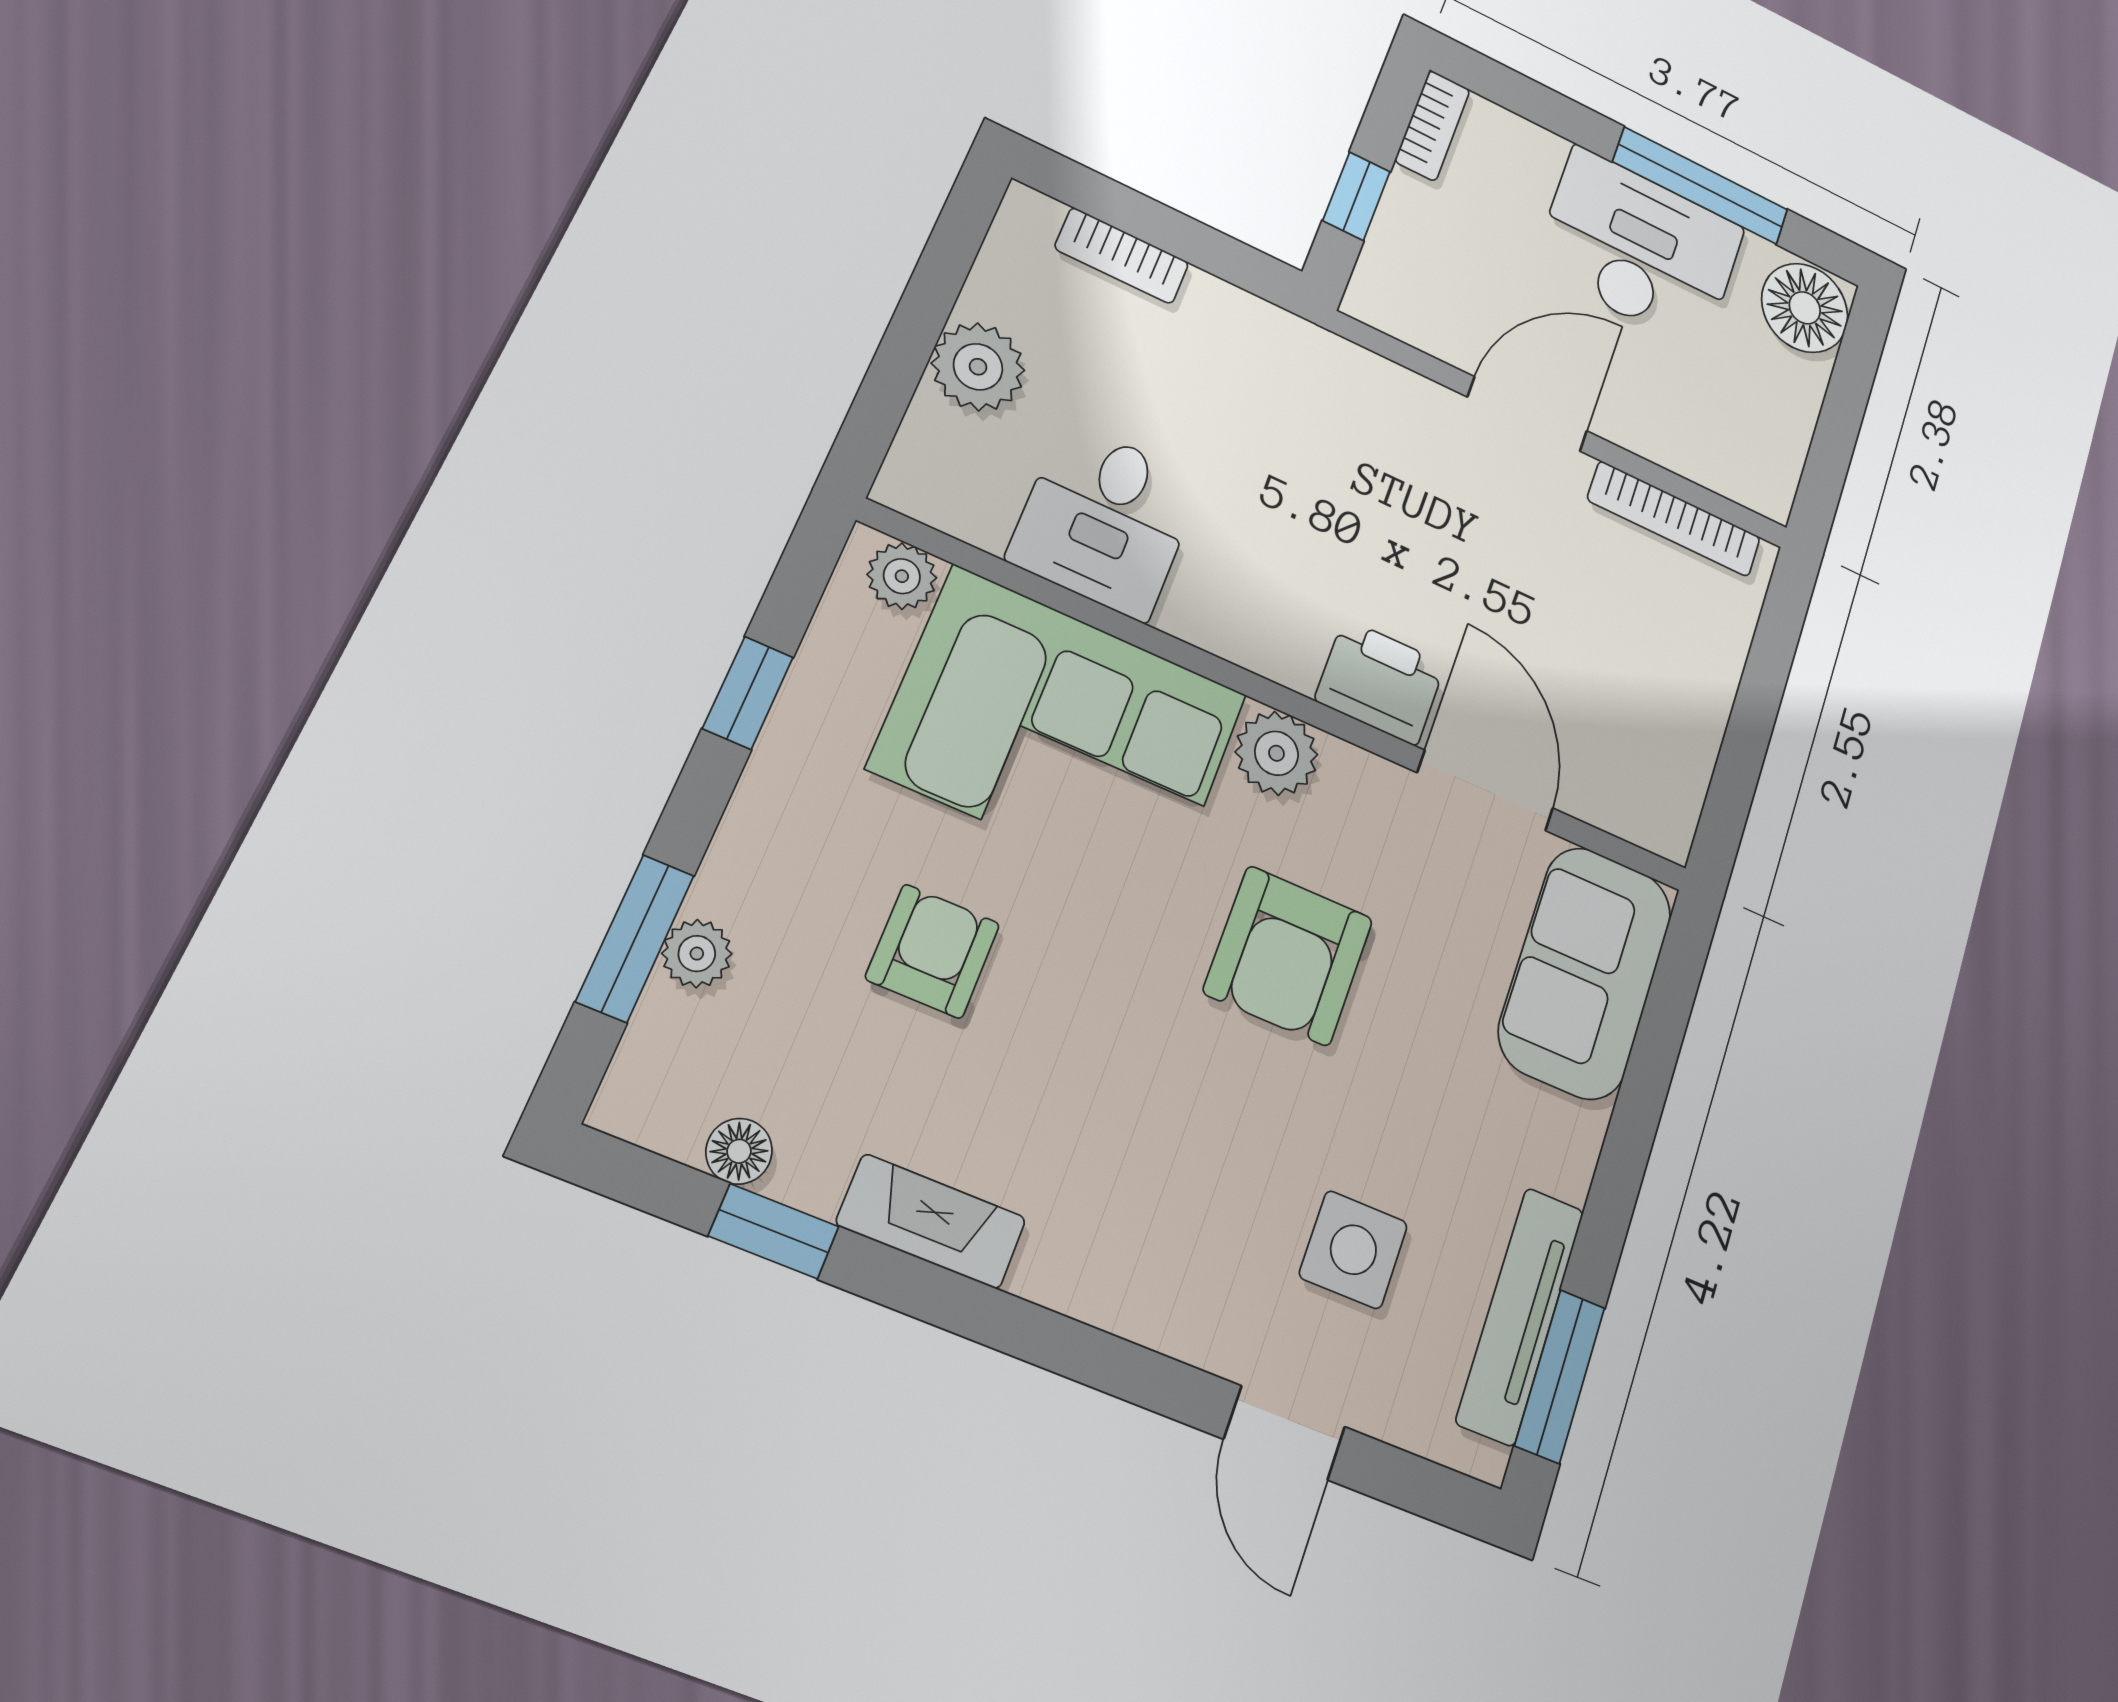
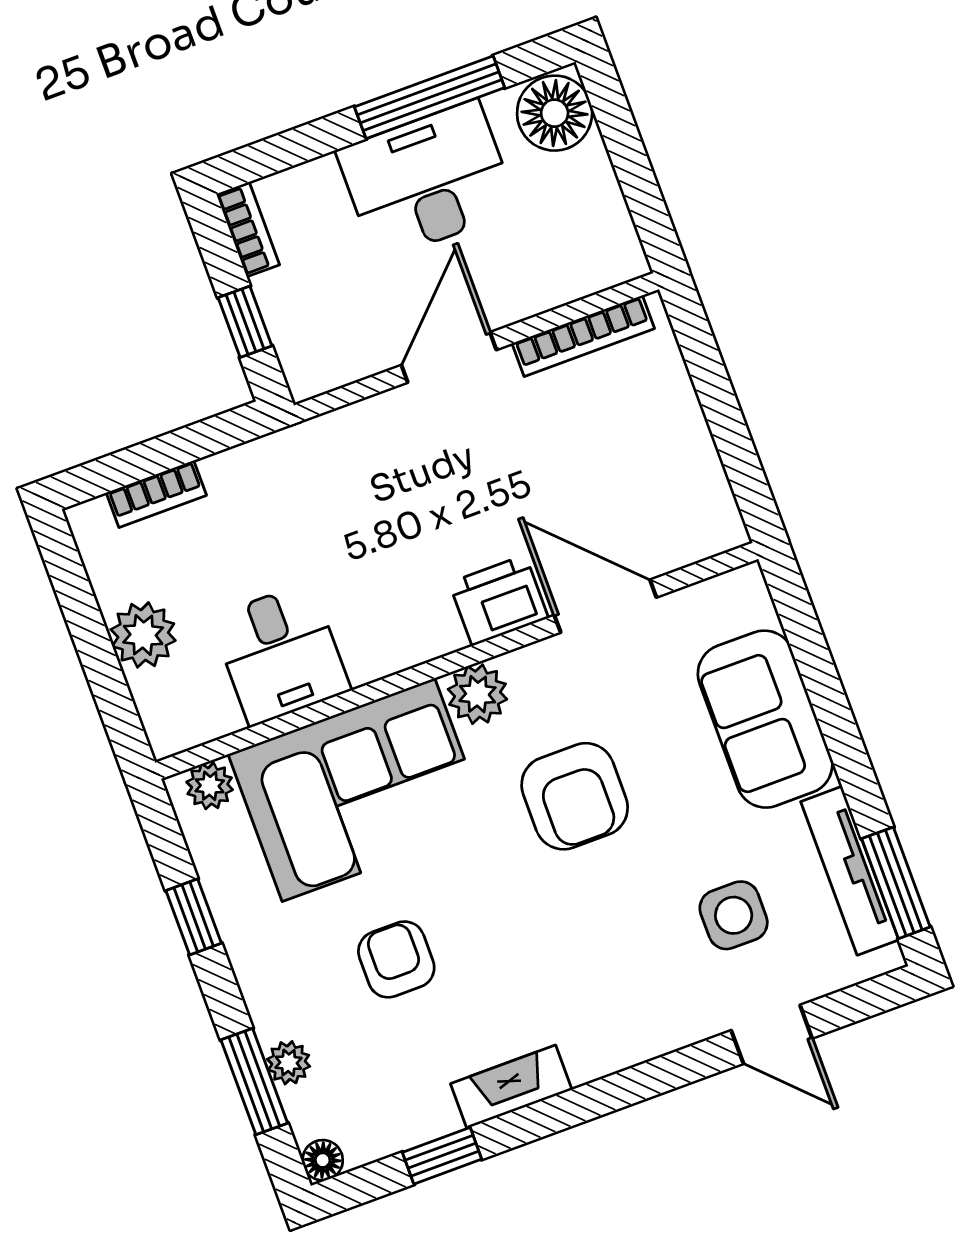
sofa: (1586, 972) -> (765, 719), moved
floor lamp: (739, 1151) -> (323, 1160), moved

